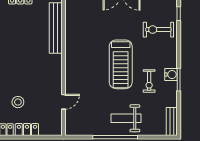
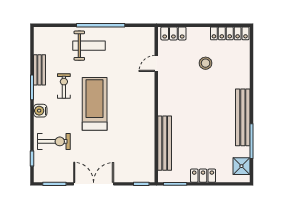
water cooler: (171, 75) -> (40, 111), moved
bench: (172, 122) -> (39, 70), moved
locker: (27, 130) -> (173, 33), moved

